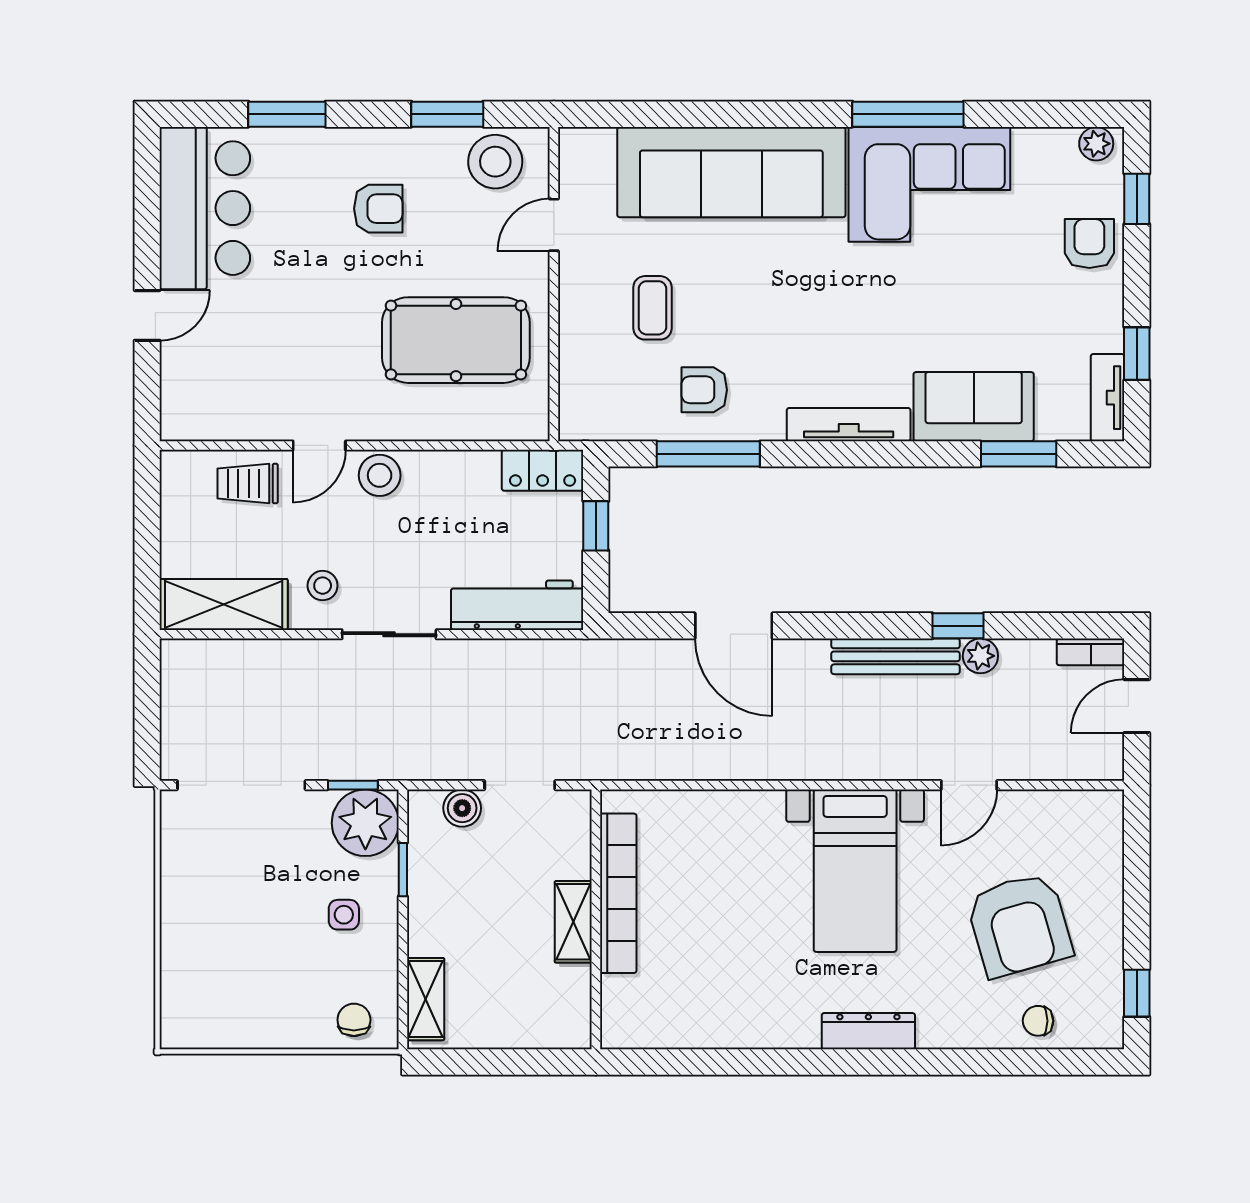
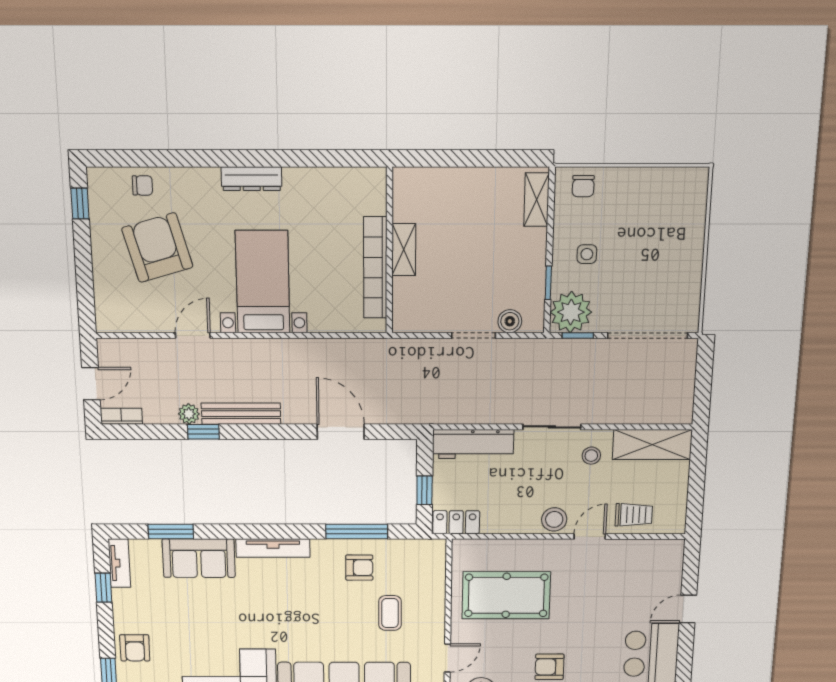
bookcase: (618, 893) -> (375, 268), moved
wall: (596, 919) -> (389, 251), moved
shelving: (573, 922) -> (404, 250), moved

